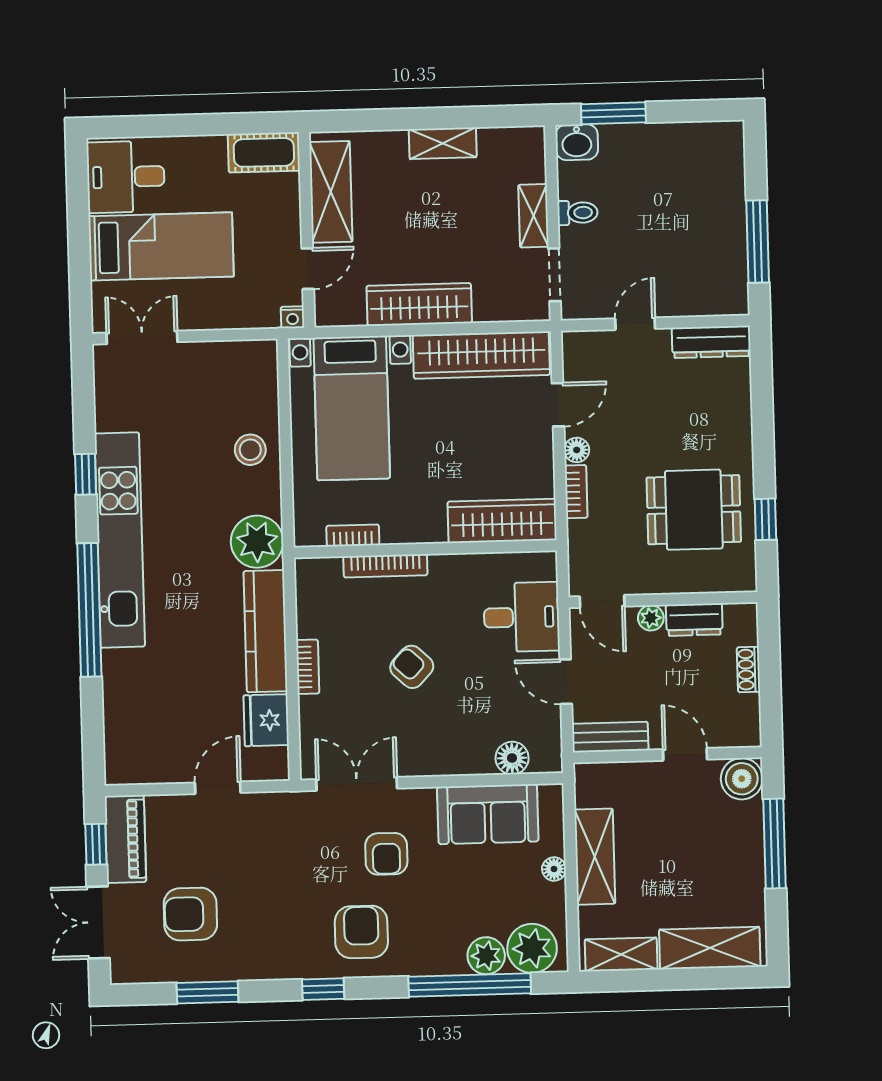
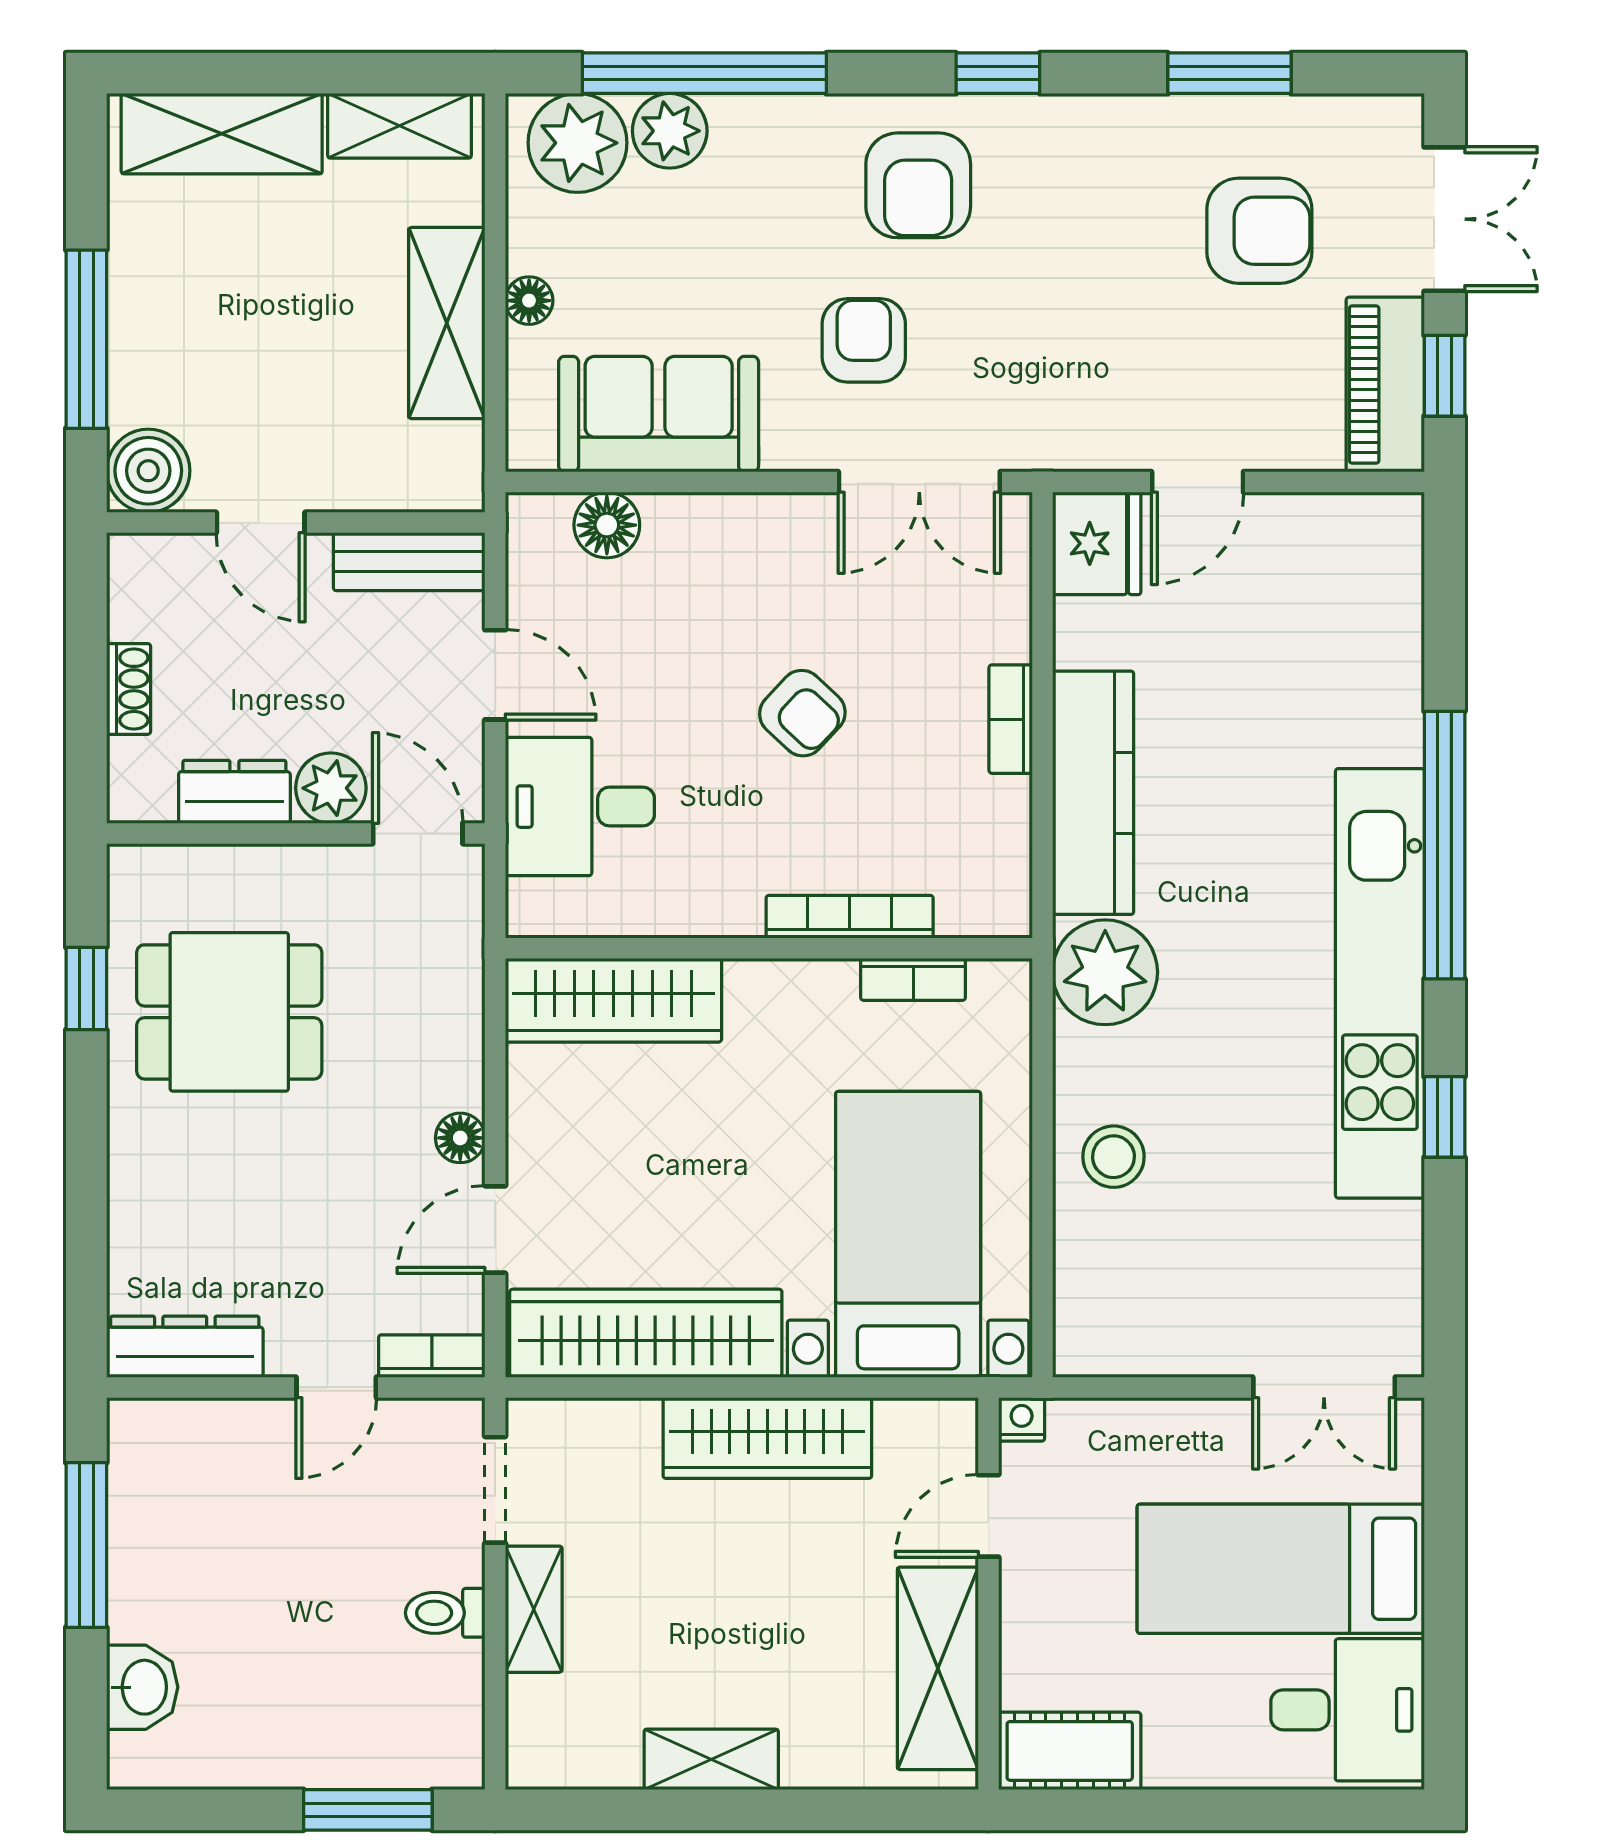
washbasin: (577, 142) -> (142, 1687), moved, turned 90
bookcase: (576, 492) -> (432, 1356), moved, turned 90
plant: (651, 618) -> (331, 788), width x1.38, depth x1.38
fridge: (266, 720) -> (1097, 543), moved

